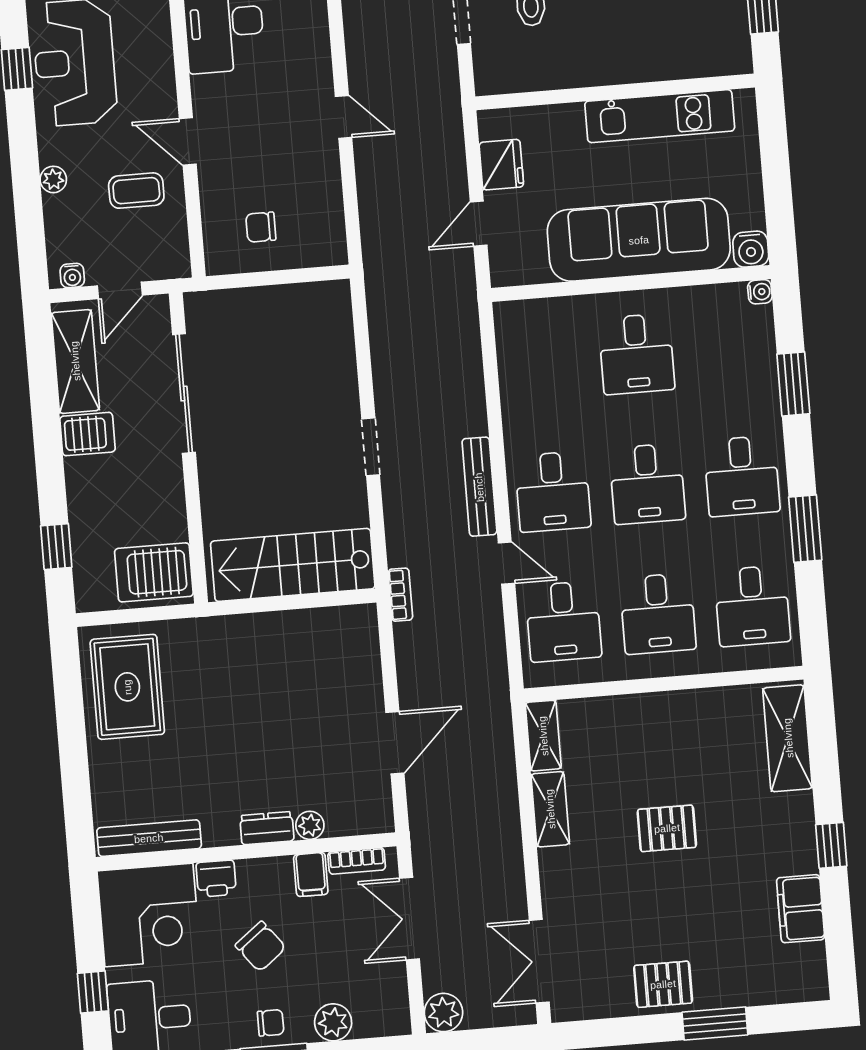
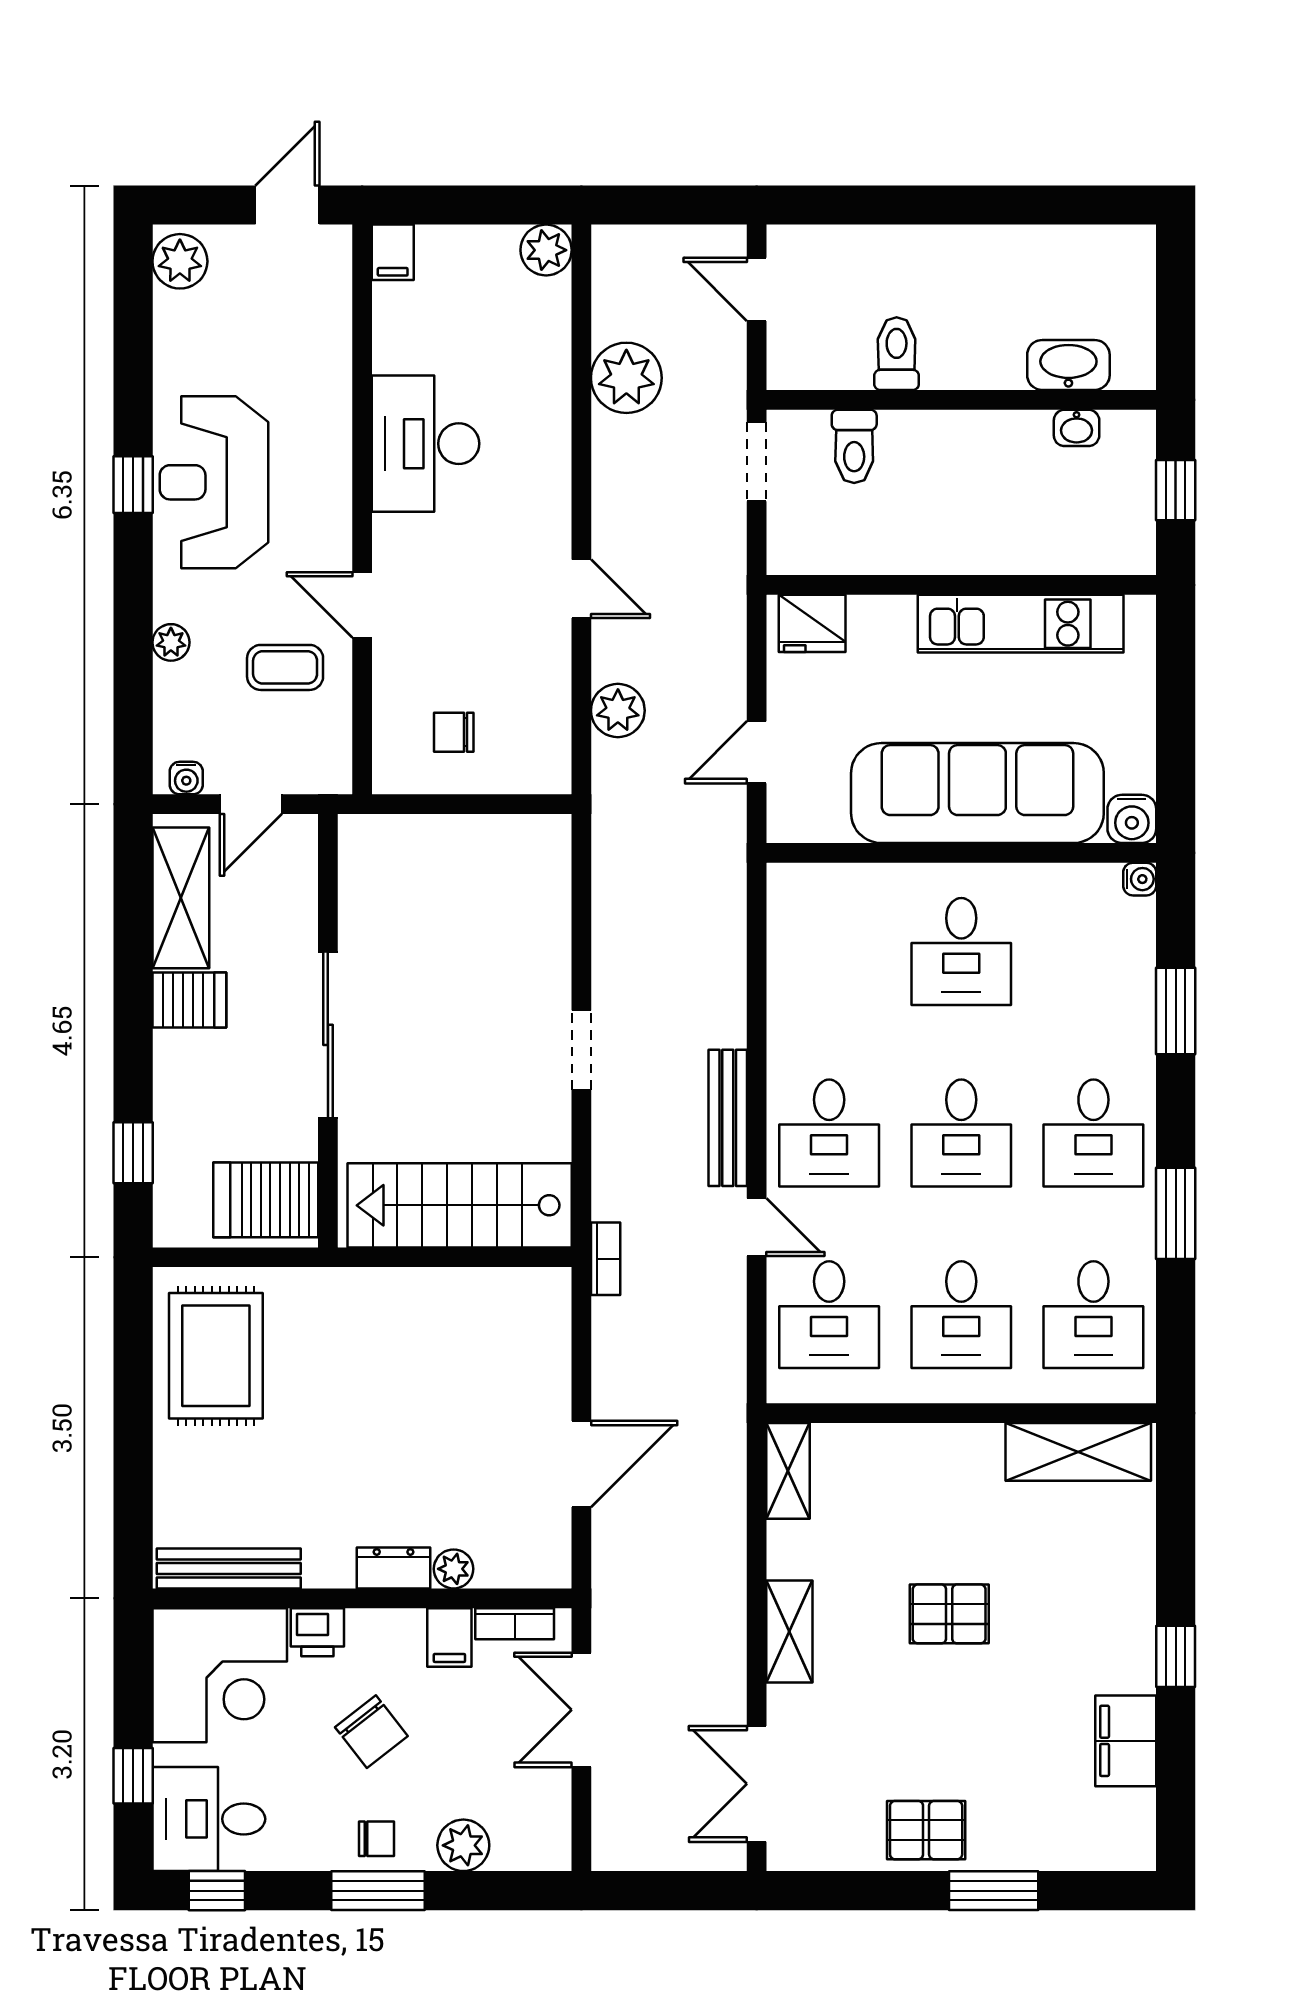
fridge: (501, 165) -> (812, 623), moved, turned 90
sliding door: (184, 393) -> (328, 1035), moved
shelving: (788, 738) -> (1078, 1452), moved, turned 90
shelving: (550, 809) -> (789, 1631), moved
plant: (443, 1013) -> (618, 711), moved

